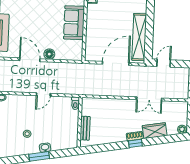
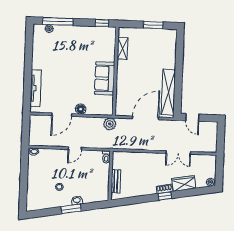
door: (30, 60) -> (62, 115), swing flipped
door: (164, 63) -> (192, 117), swing flipped
plant: (79, 69) -> (110, 124), added

